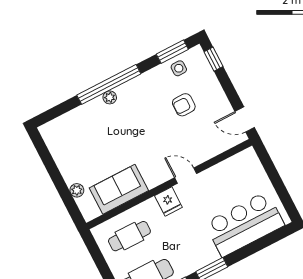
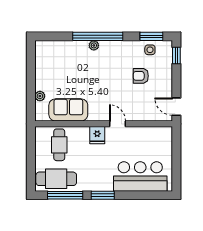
cafe table: (129, 236) -> (59, 145), turned 90

